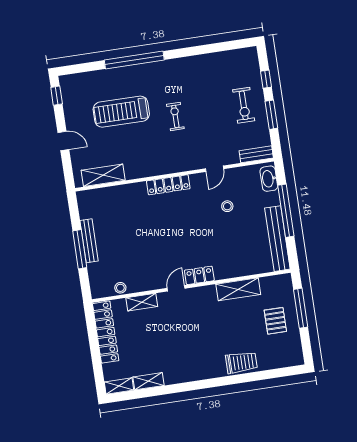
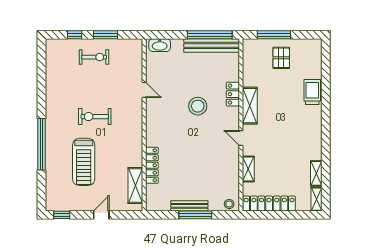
exercise bike: (175, 116) -> (95, 117), width x1.38, depth x1.39
bench: (256, 154) -> (137, 53), removed
locker: (168, 185) -> (152, 165), moved
stool: (227, 206) -> (198, 106), moved, width x1.89, depth x1.89
window: (286, 211) -> (210, 35), moved
locker: (199, 275) -> (233, 94), moved
stool: (120, 288) -> (229, 204), moved
shelving: (238, 289) -> (250, 106), moved
pallet: (275, 321) -> (281, 58), turned 90

